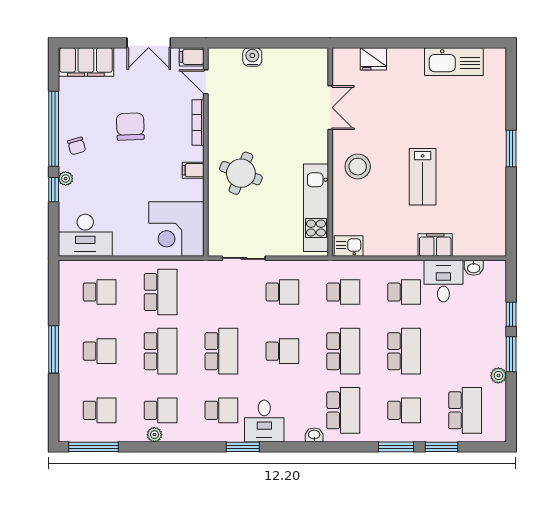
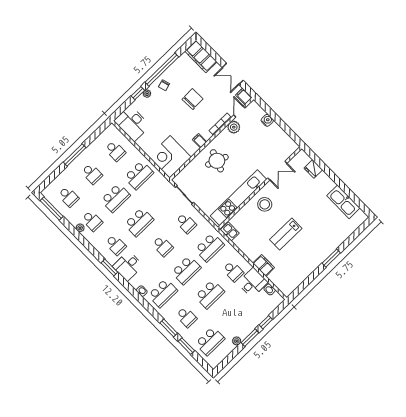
plant: (219, 109) -> (234, 127), added
kitchen unit: (316, 208) -> (239, 198), width x1.36
school desk: (343, 292) -> (210, 247), width x1.85

